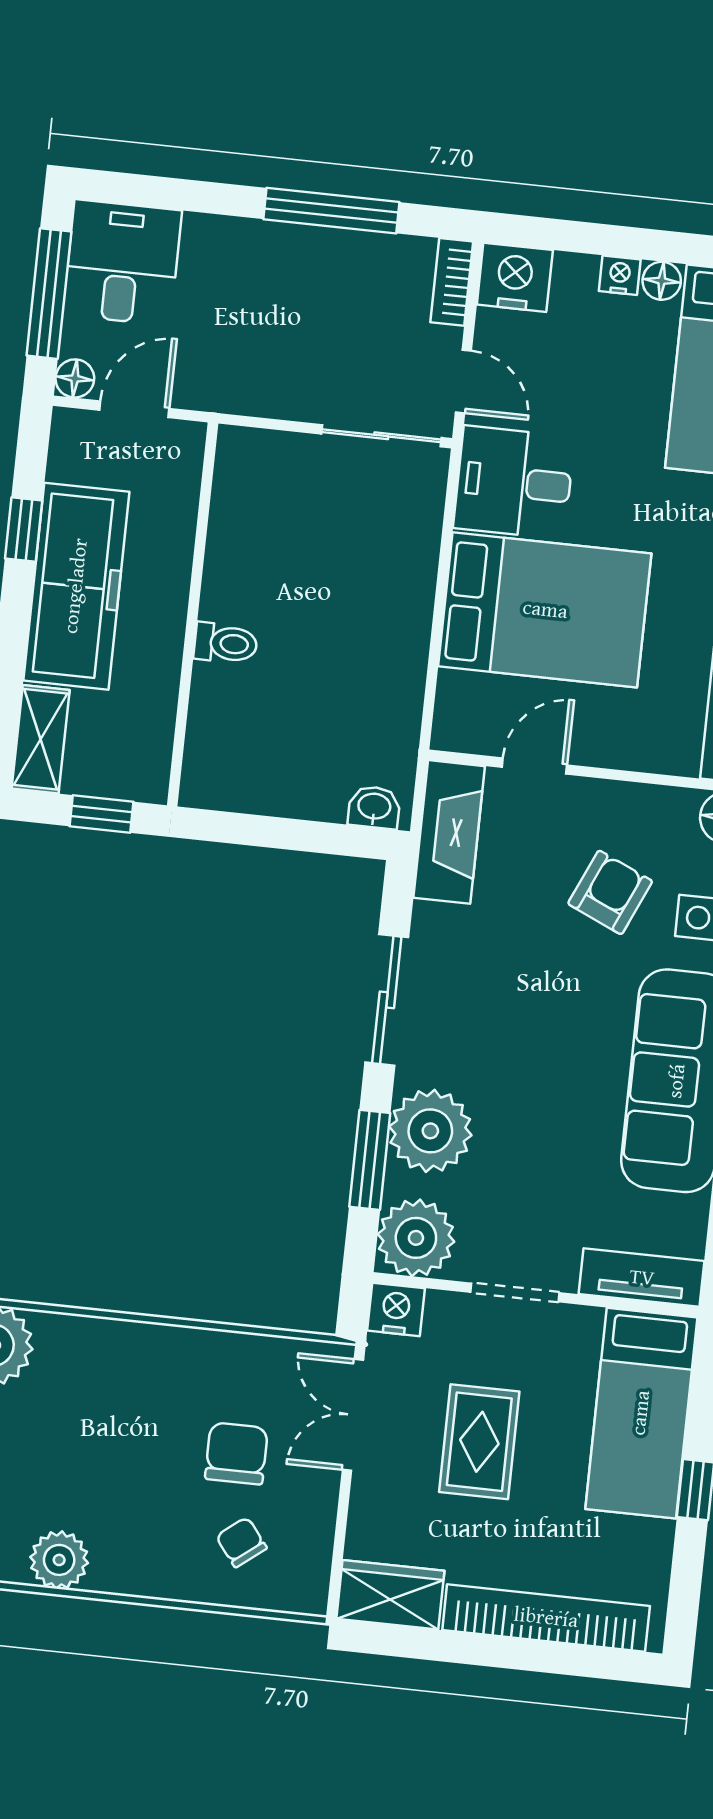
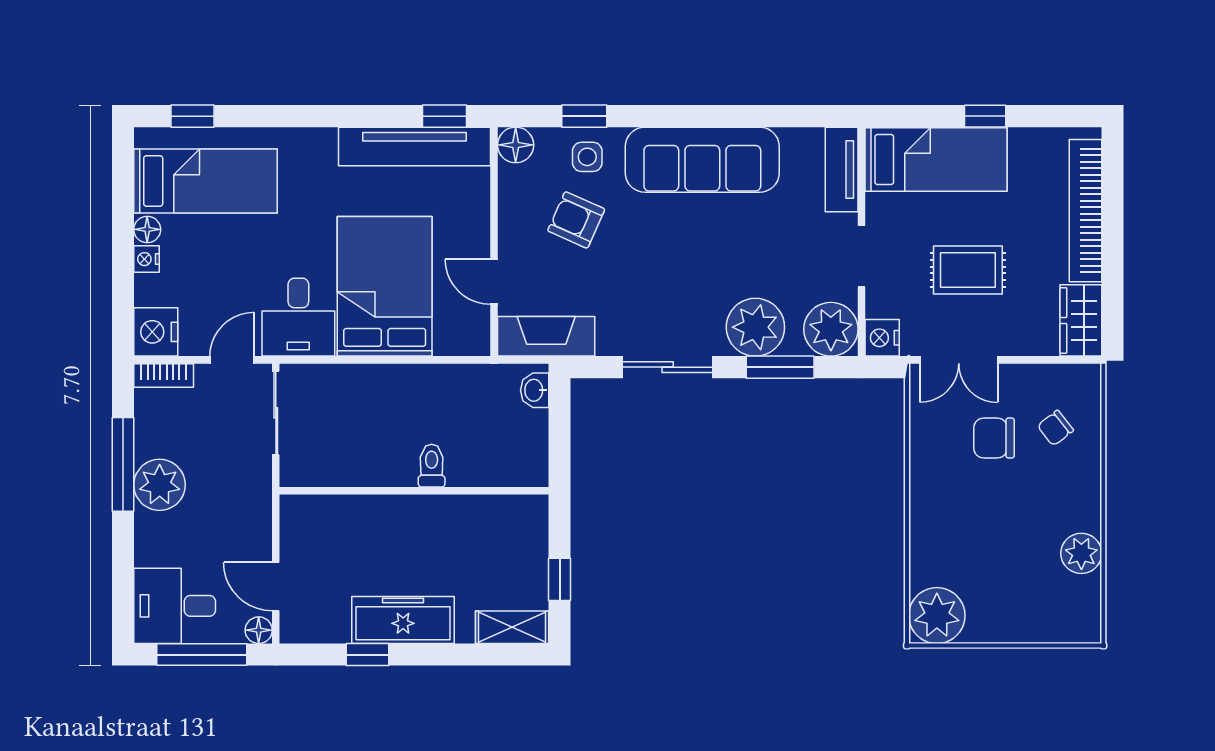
plant: (297, 260) -> (160, 485), added
freezer: (76, 586) -> (403, 620), width x0.73, depth x0.79
wall: (193, 614) -> (414, 491), moved
toilet: (226, 643) -> (432, 466), moved

